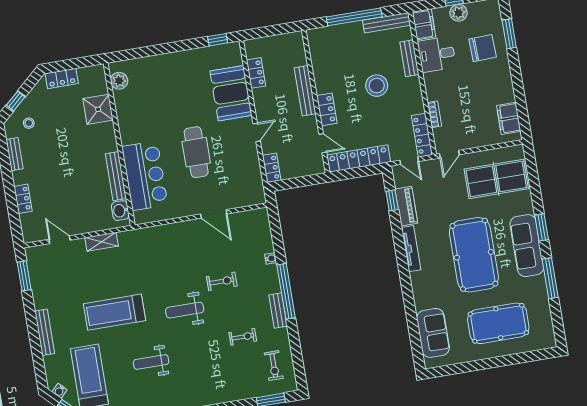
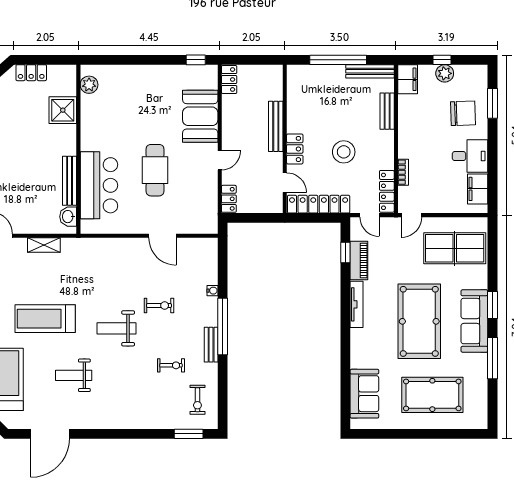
desk: (437, 54) -> (470, 156), moved, turned 180
locker: (256, 73) -> (229, 80), moved
stool: (377, 86) -> (344, 152), moved

